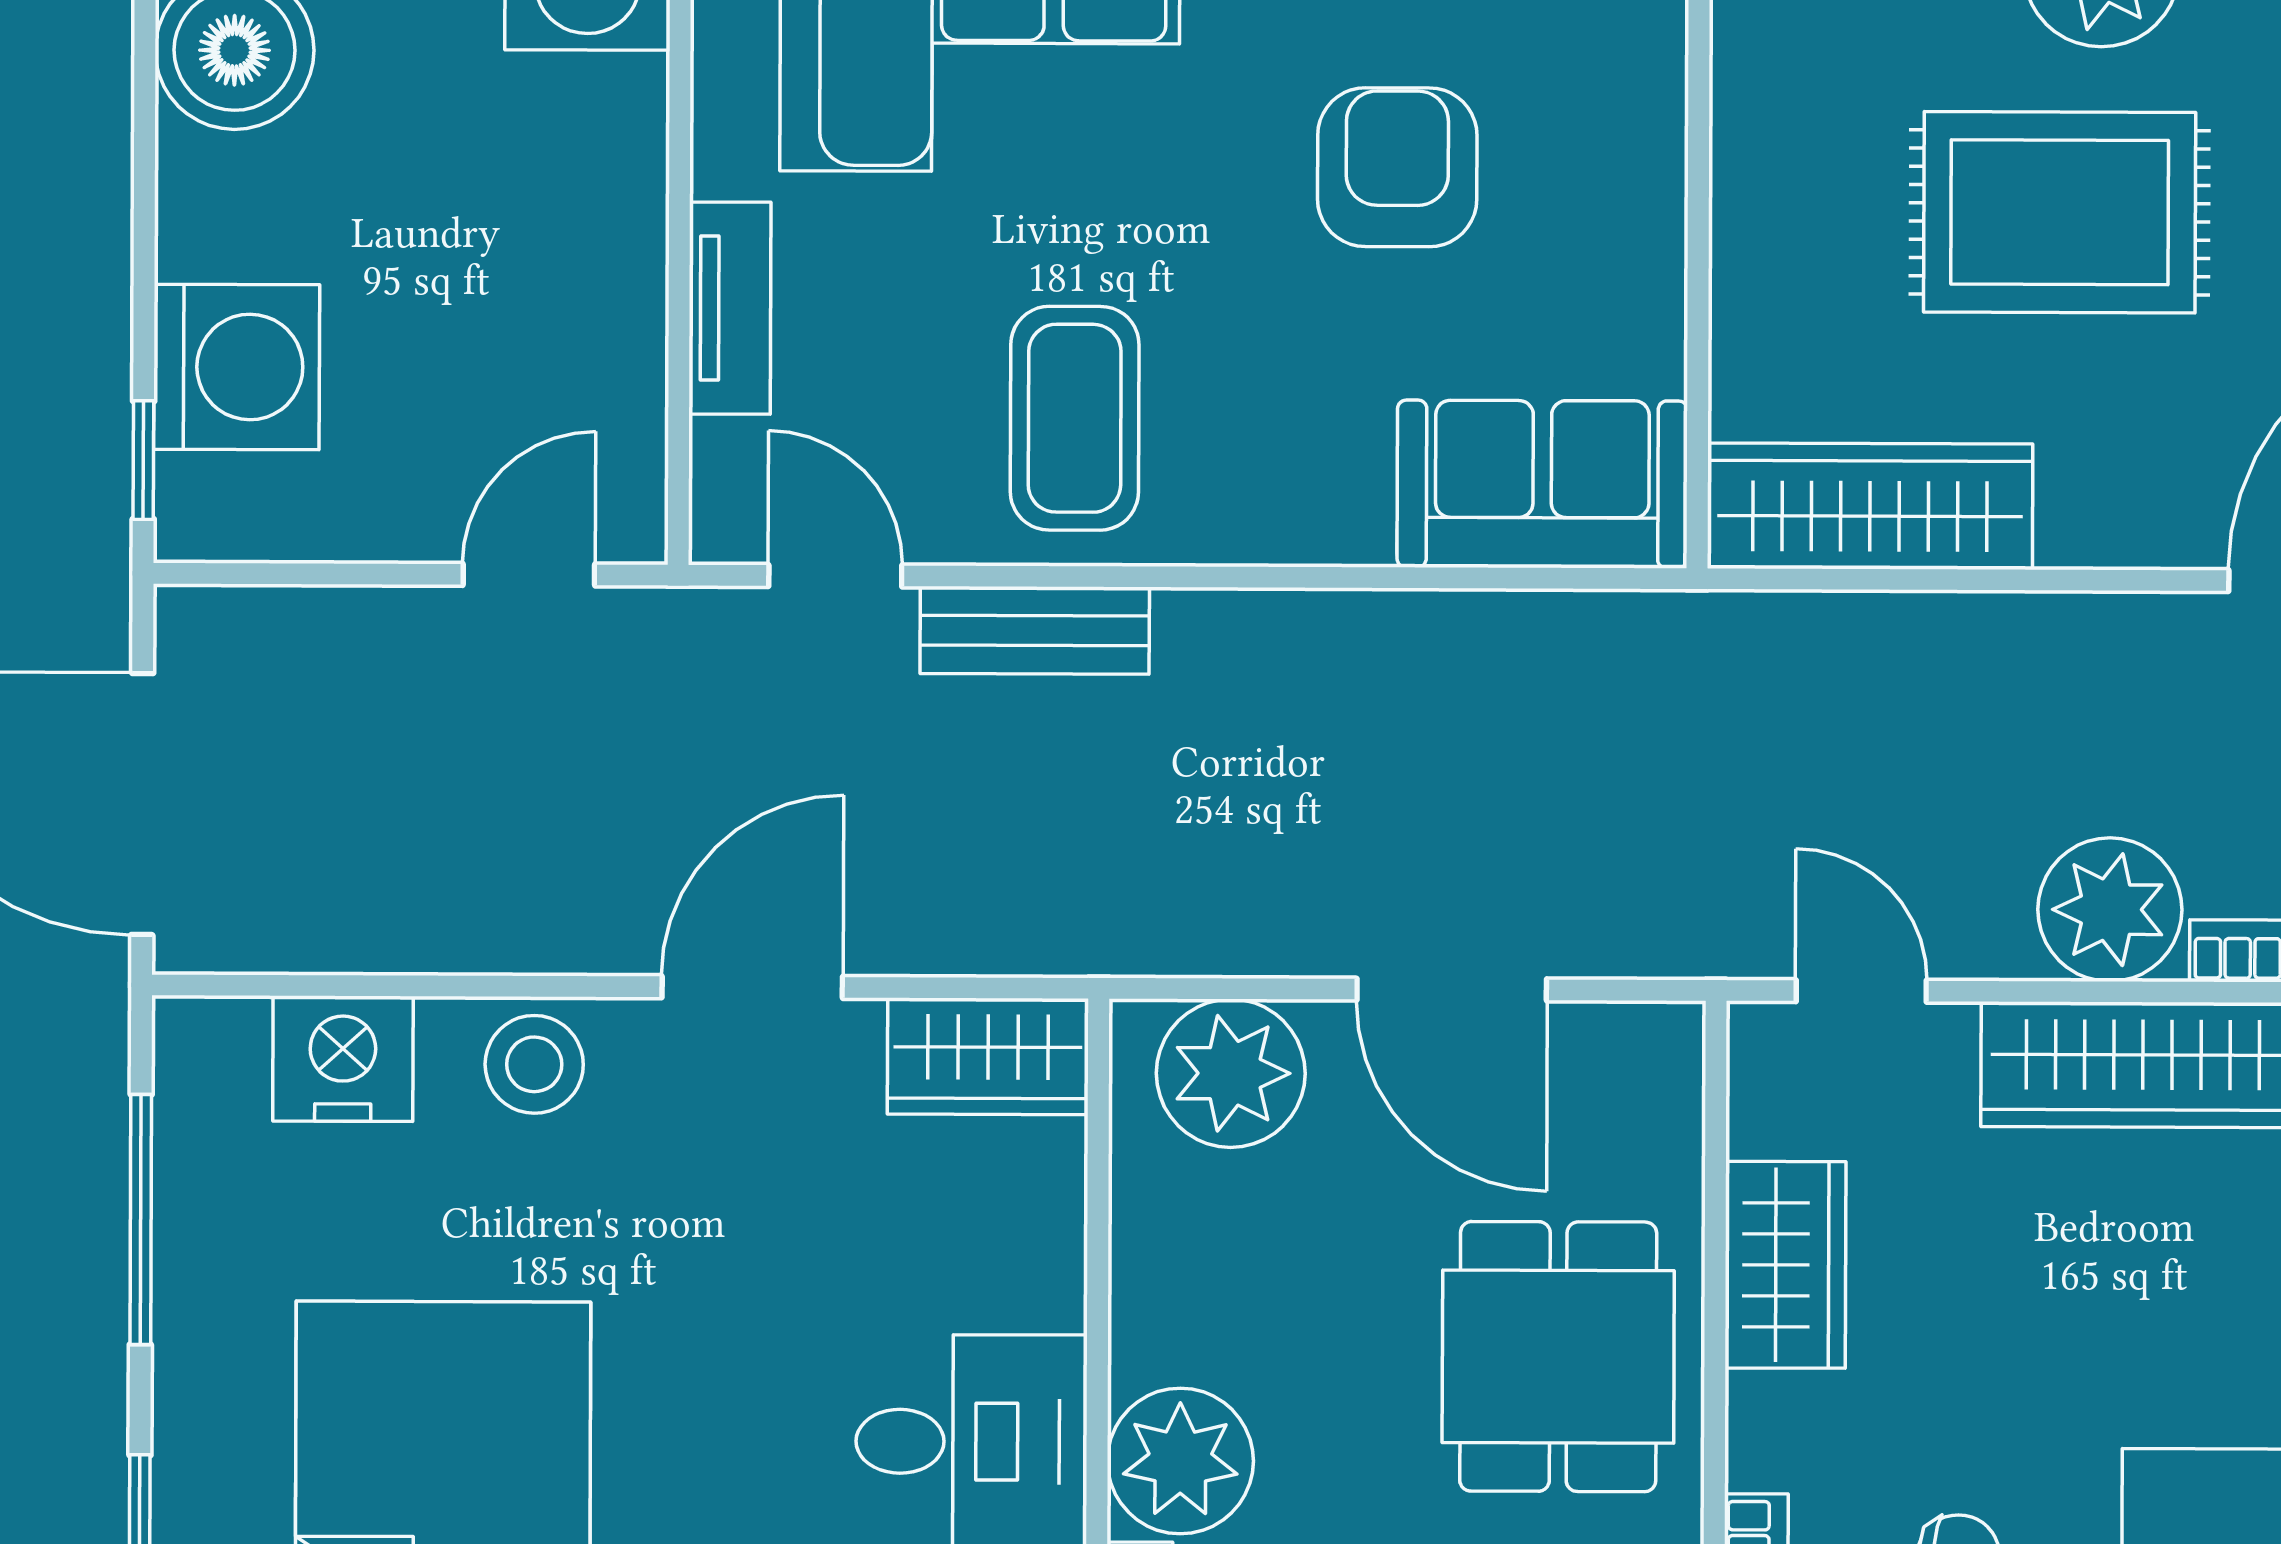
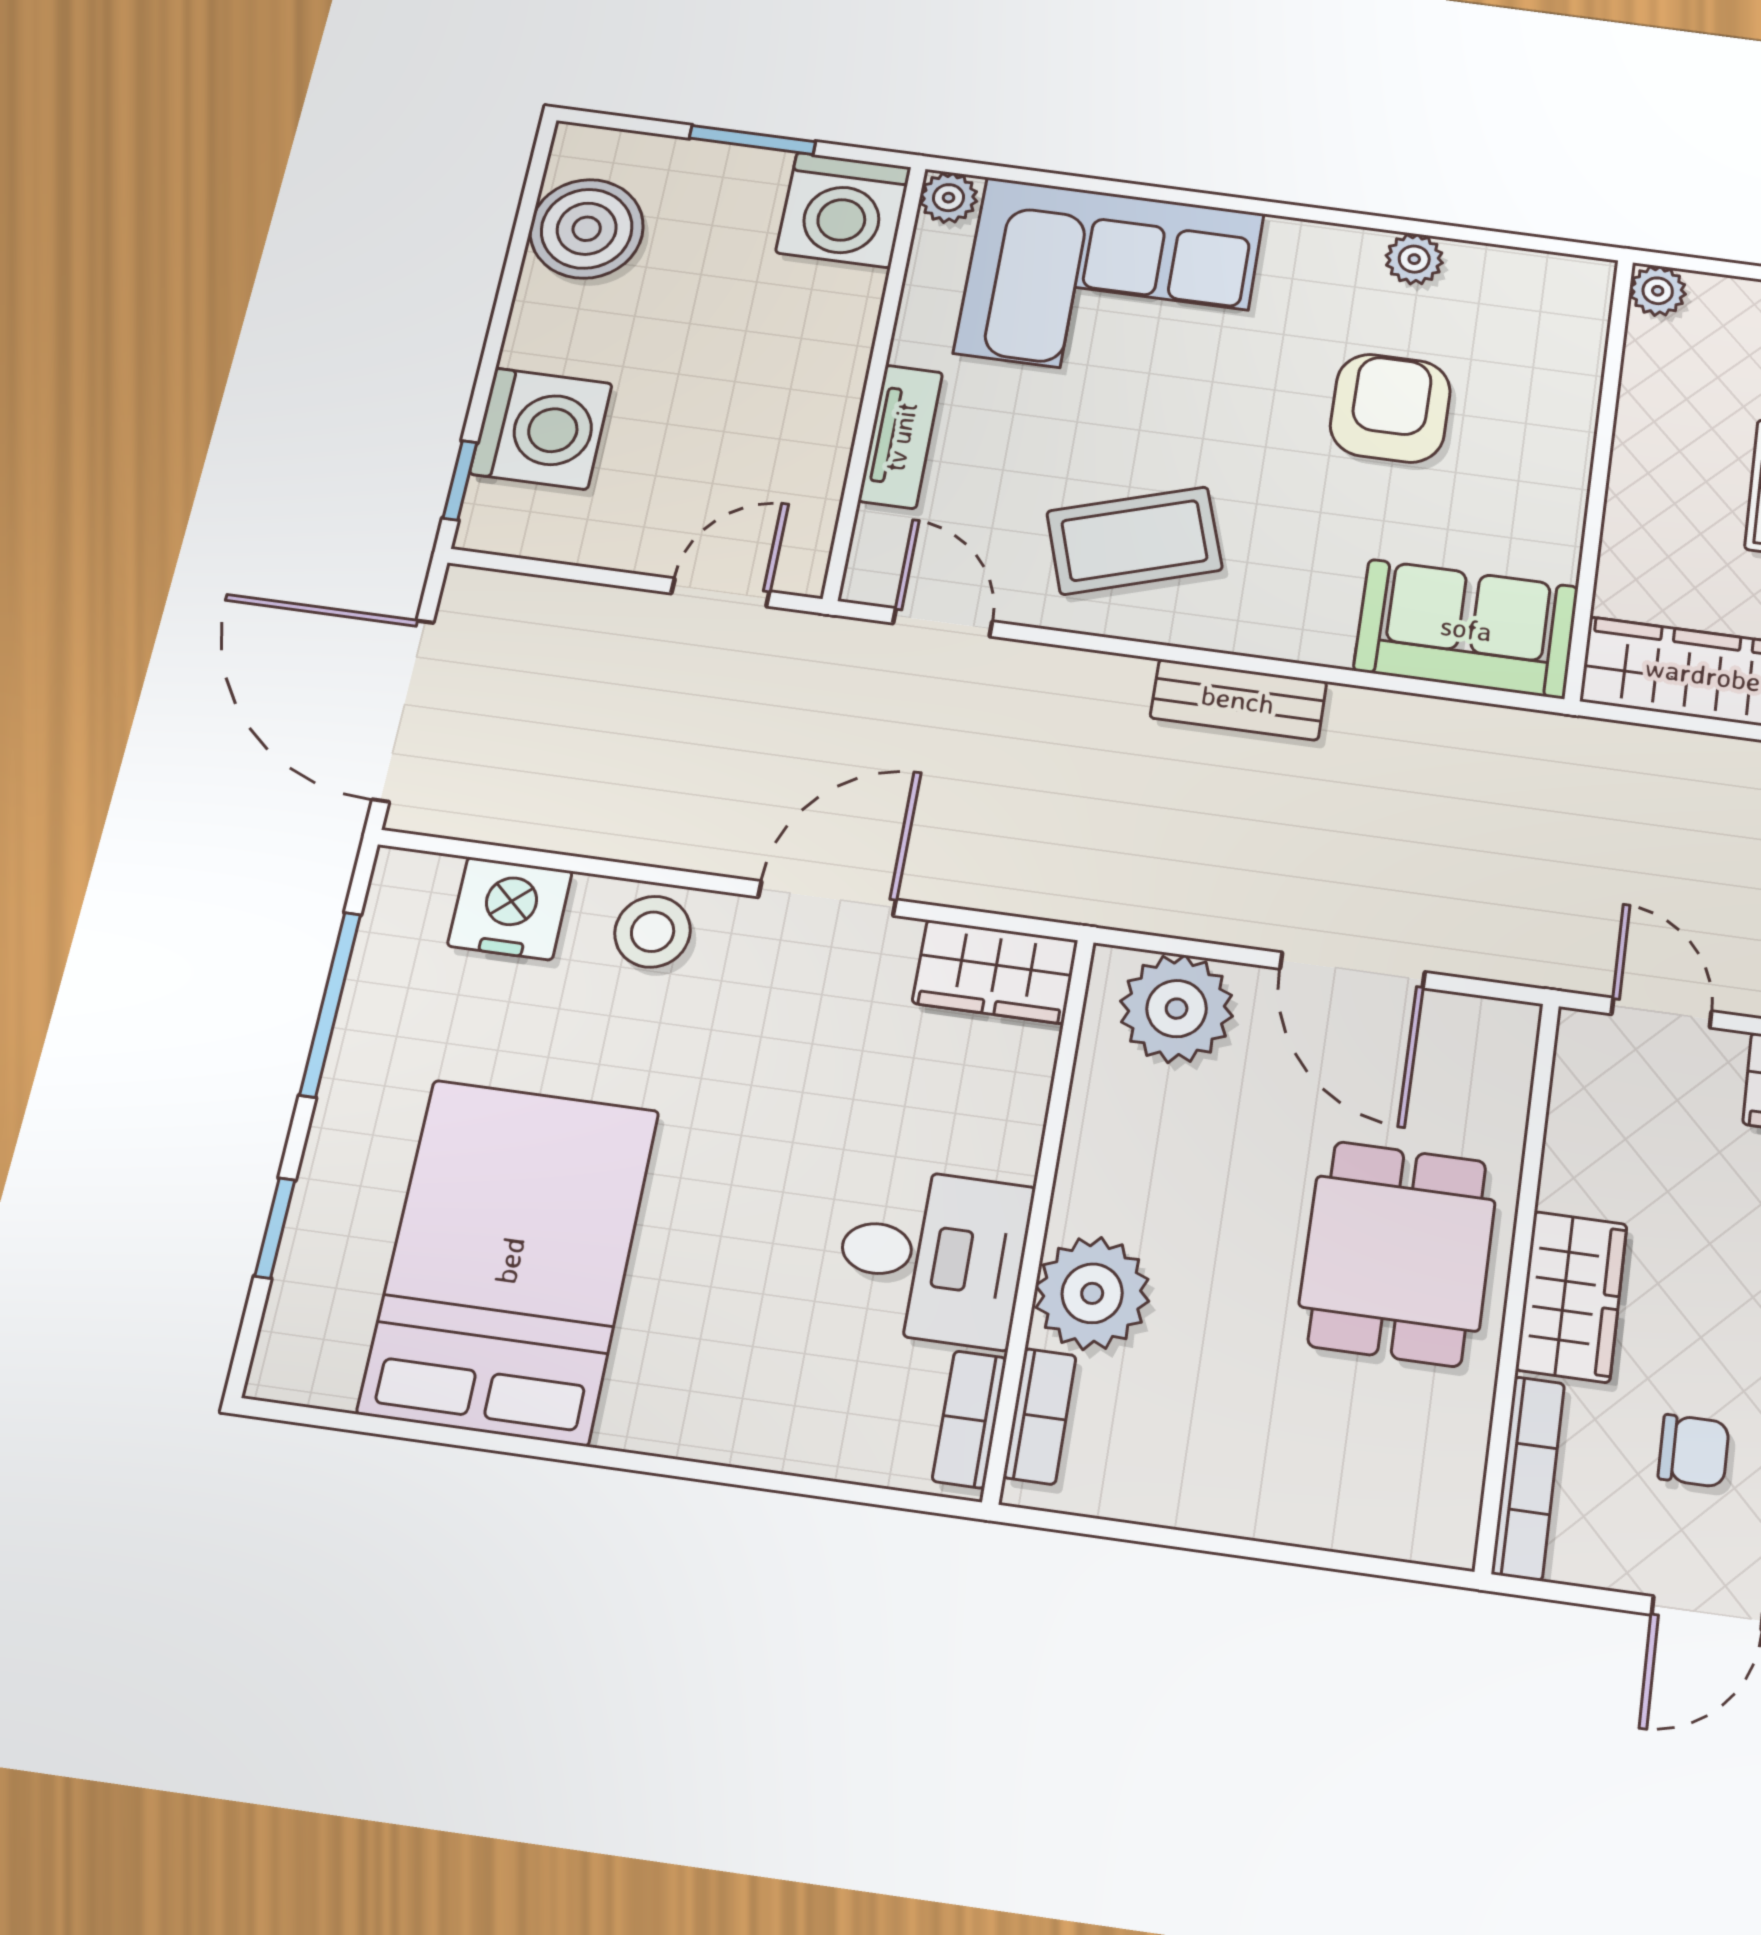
coffee table: (1075, 418) -> (1134, 541), turned 72
bench: (1035, 630) -> (1238, 700), moved
wardrobe: (1785, 1265) -> (1572, 1297), moved

